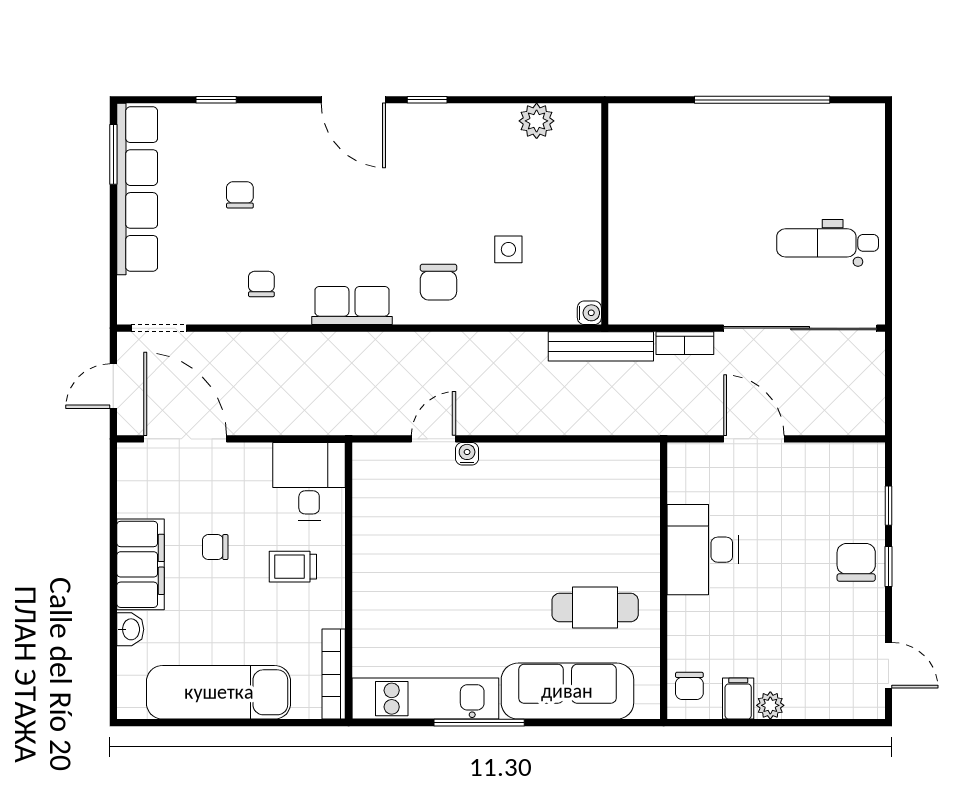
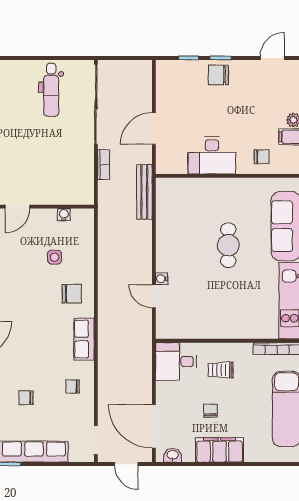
door: (605, 178) -> (17, 207), added
water cooler: (589, 313) -> (64, 215), moved
bench: (601, 346) -> (144, 192), moved
door: (185, 439) -> (154, 426), hinge flipped
chair: (215, 547) -> (210, 411), turned 180
trolley: (293, 567) -> (221, 370), turned 90
cafe table: (595, 607) -> (228, 245), moved
washbasin: (130, 629) -> (173, 455), moved
chair: (689, 686) -> (262, 157), moved

